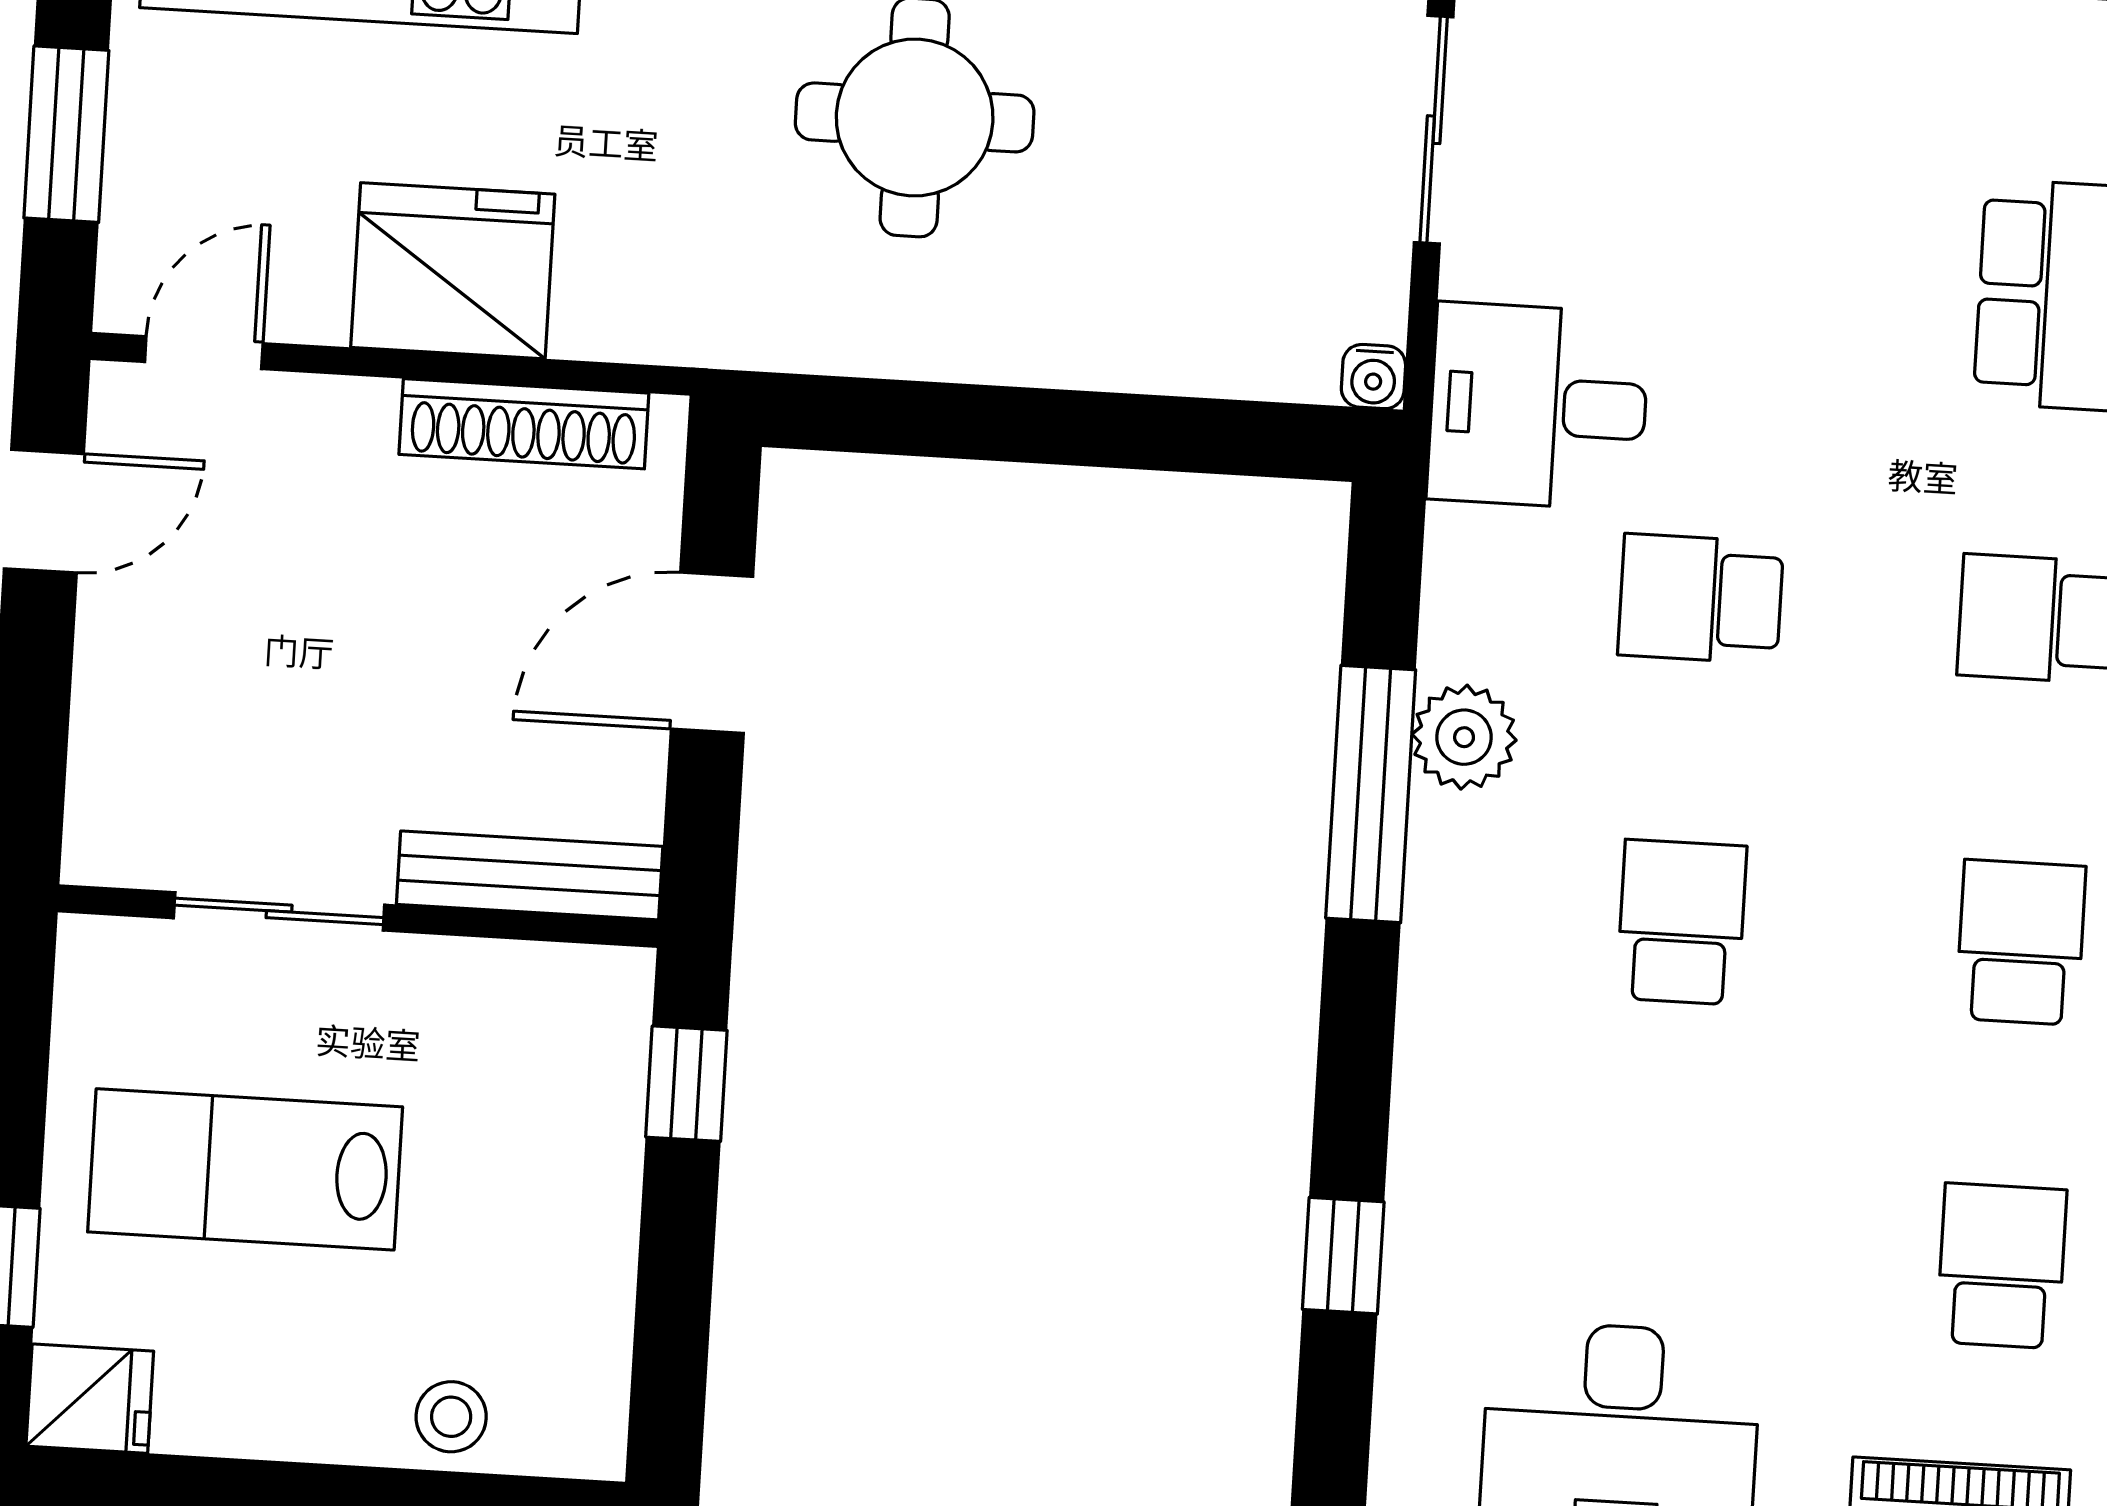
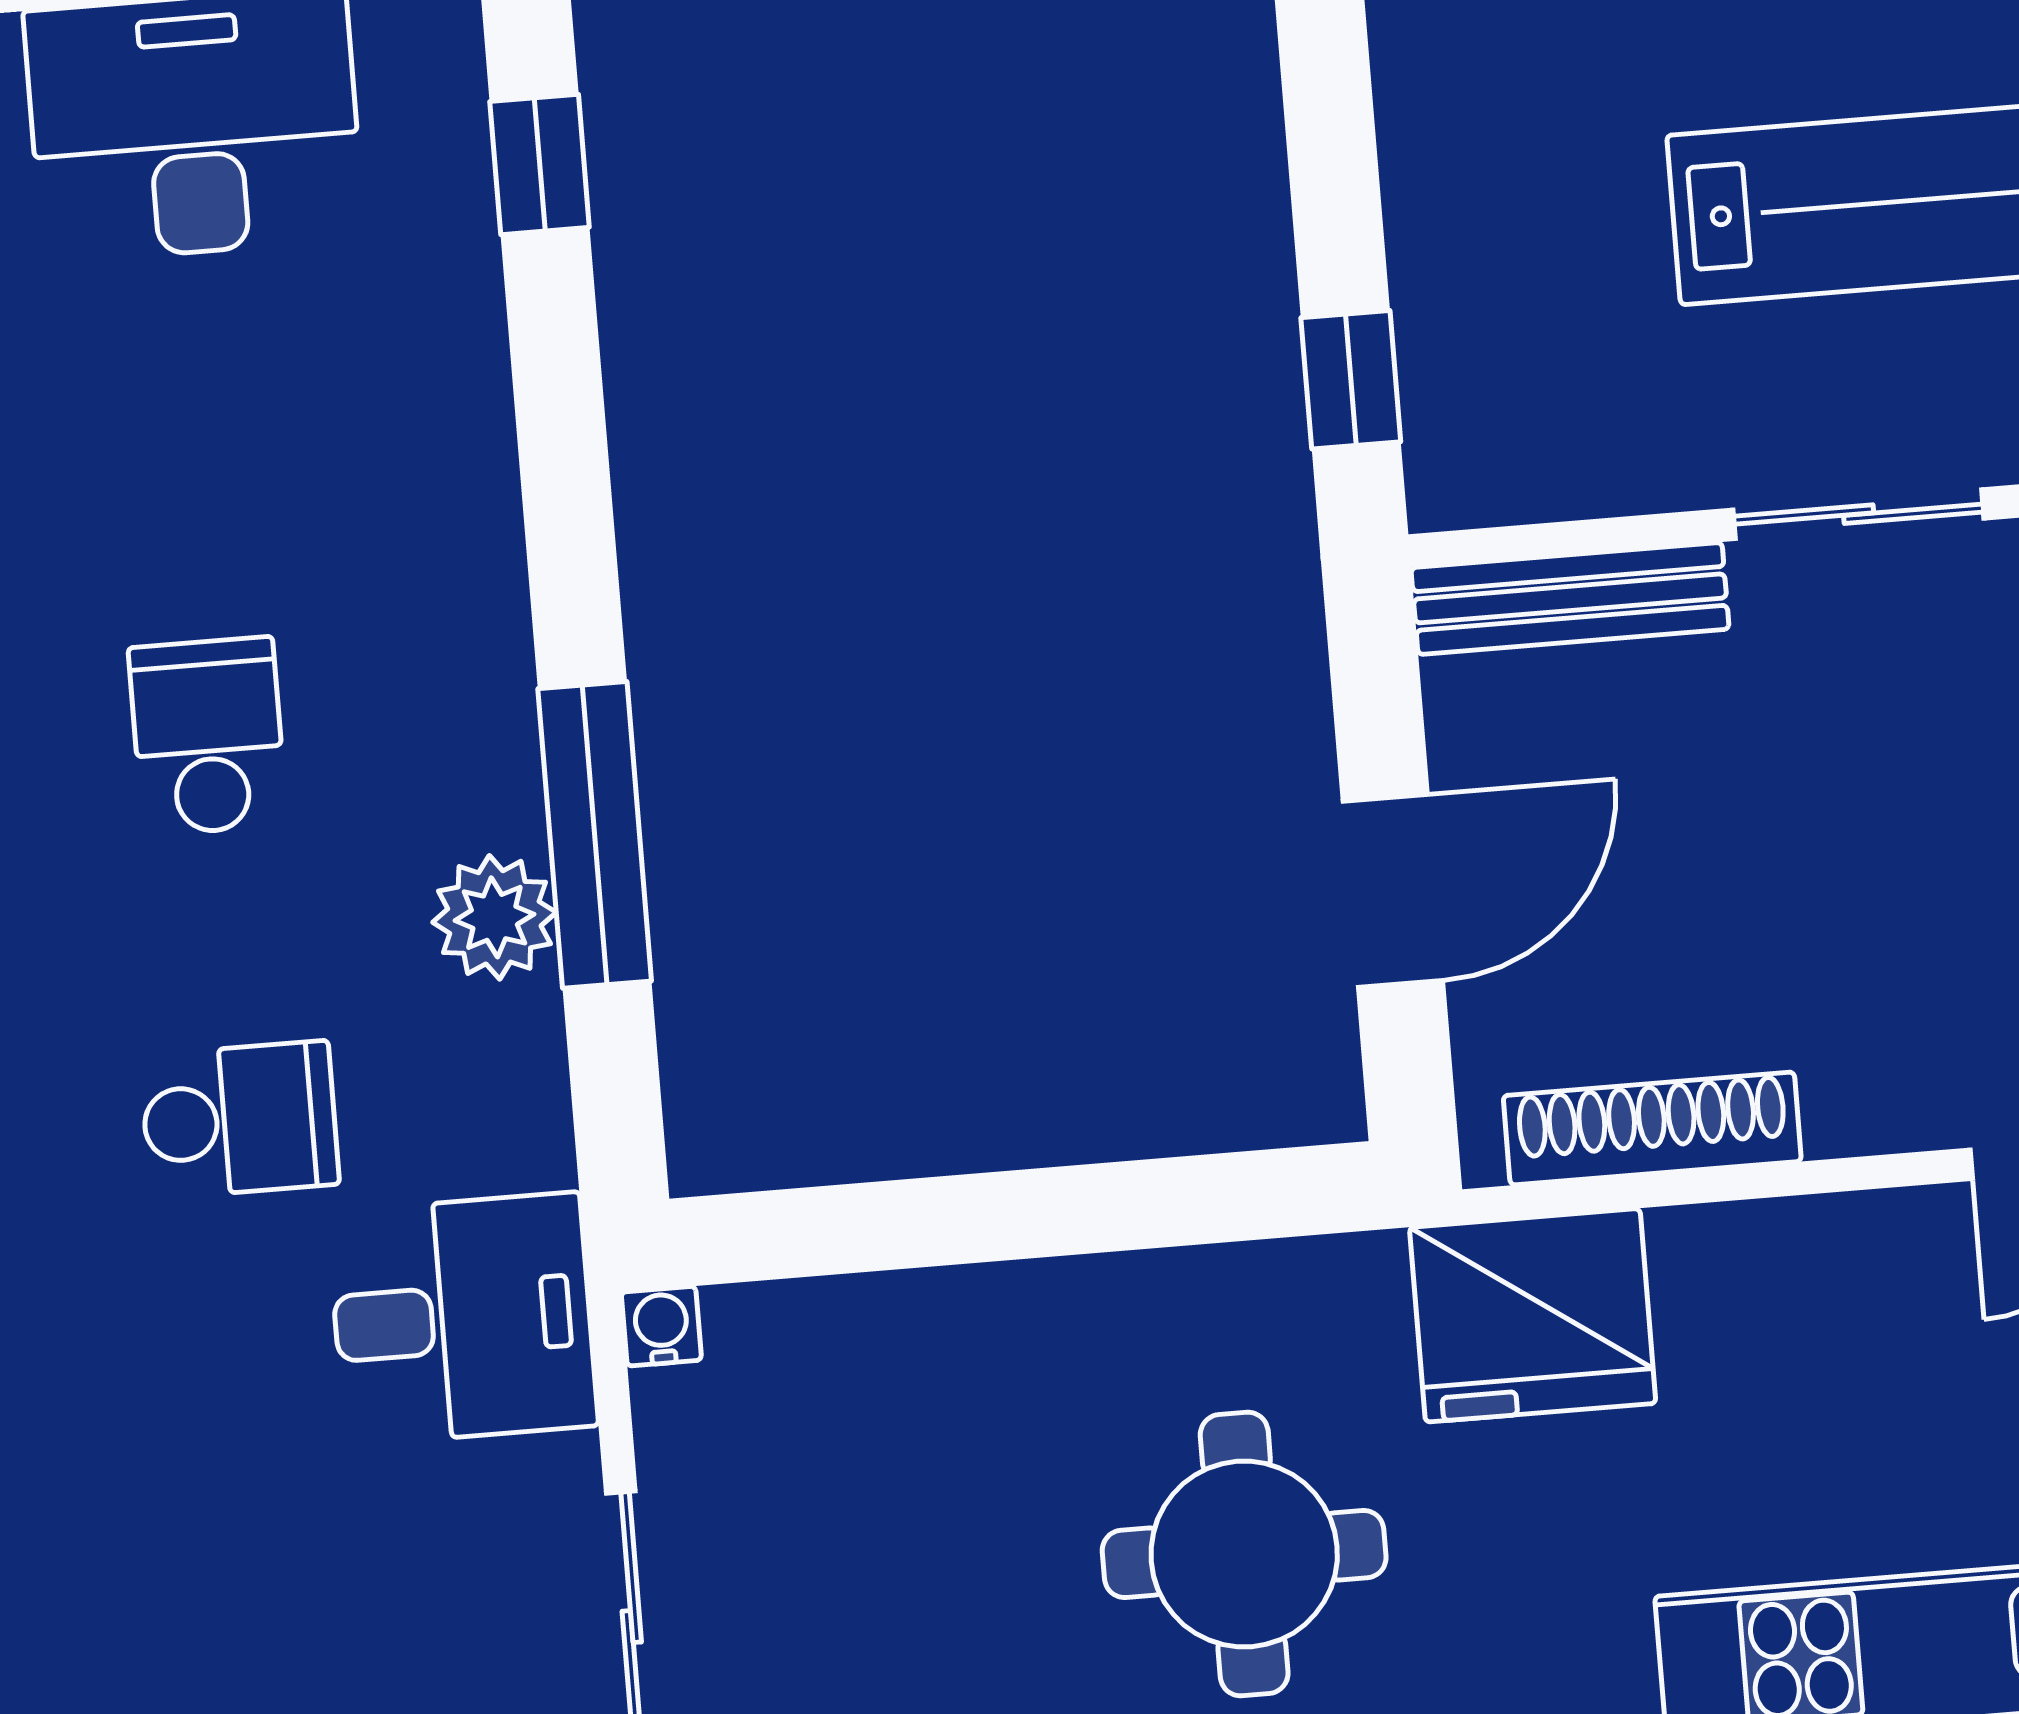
fridge: (453, 271) -> (1533, 1315), moved
school desk: (1681, 922) -> (208, 736), turned 180
window: (1343, 1256) -> (540, 164), moved

